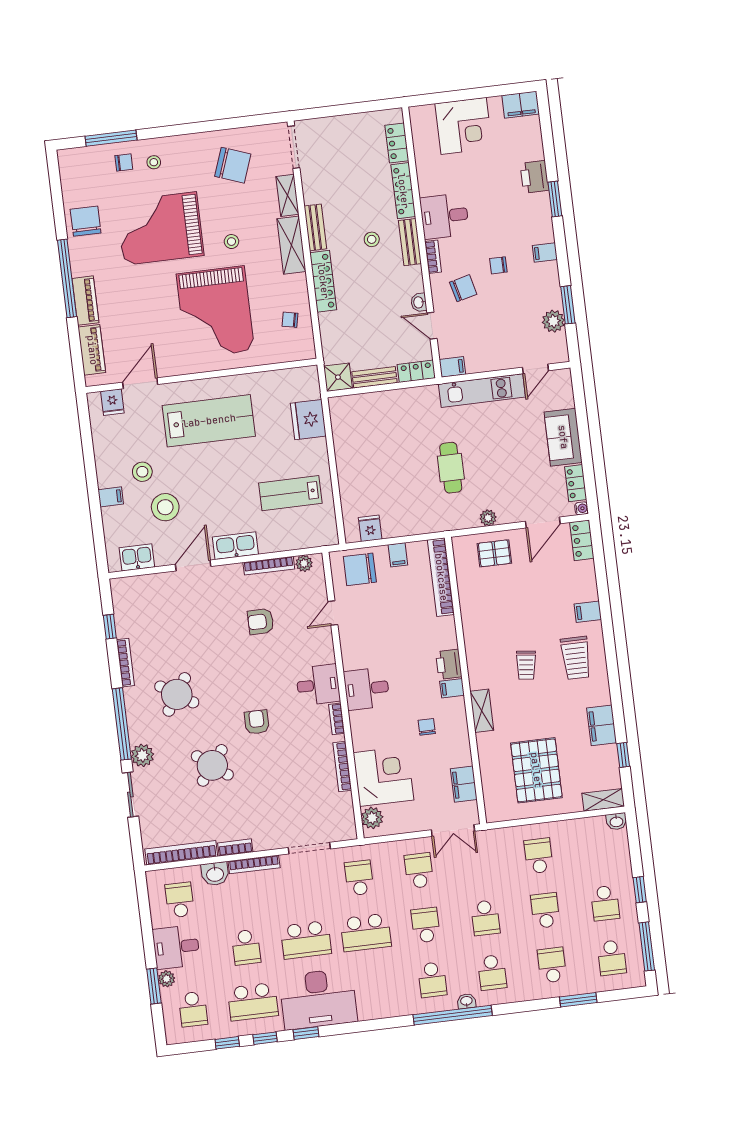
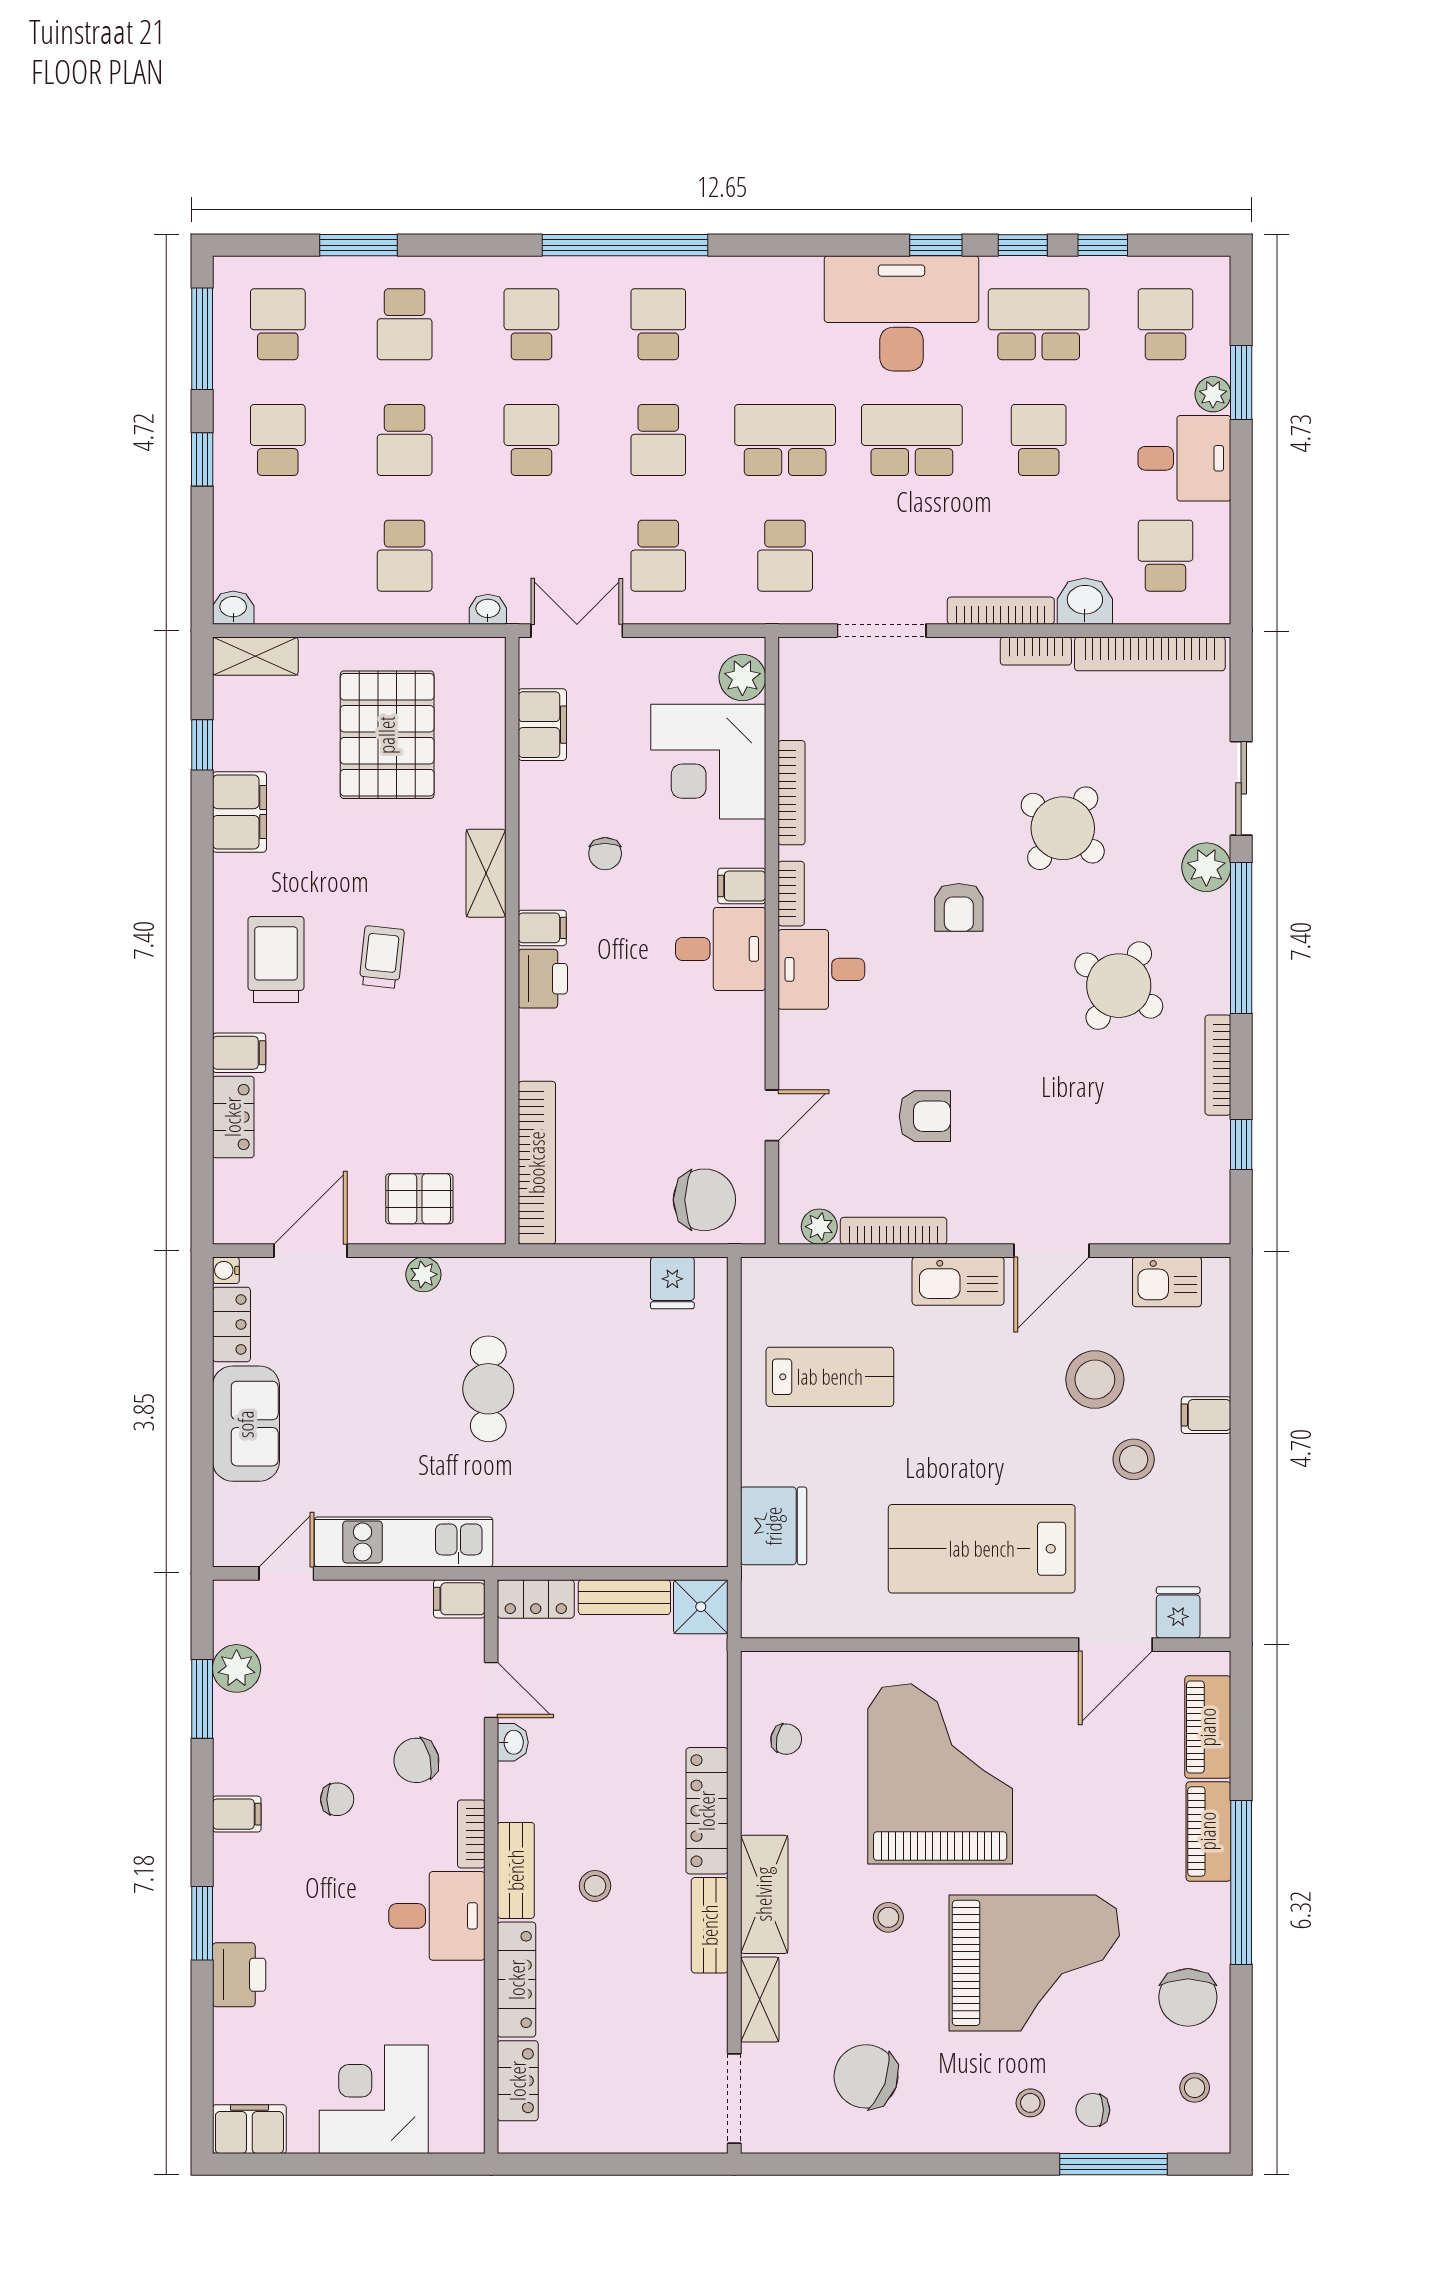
stool: (77, 179) -> (1195, 2088), added
locker: (582, 540) -> (233, 1117), moved
filing cabinet: (398, 555) -> (742, 886), moved, turned -90
school desk: (180, 900) -> (1166, 556), turned 180
washbasin: (466, 1001) -> (488, 609), moved, turned 180

